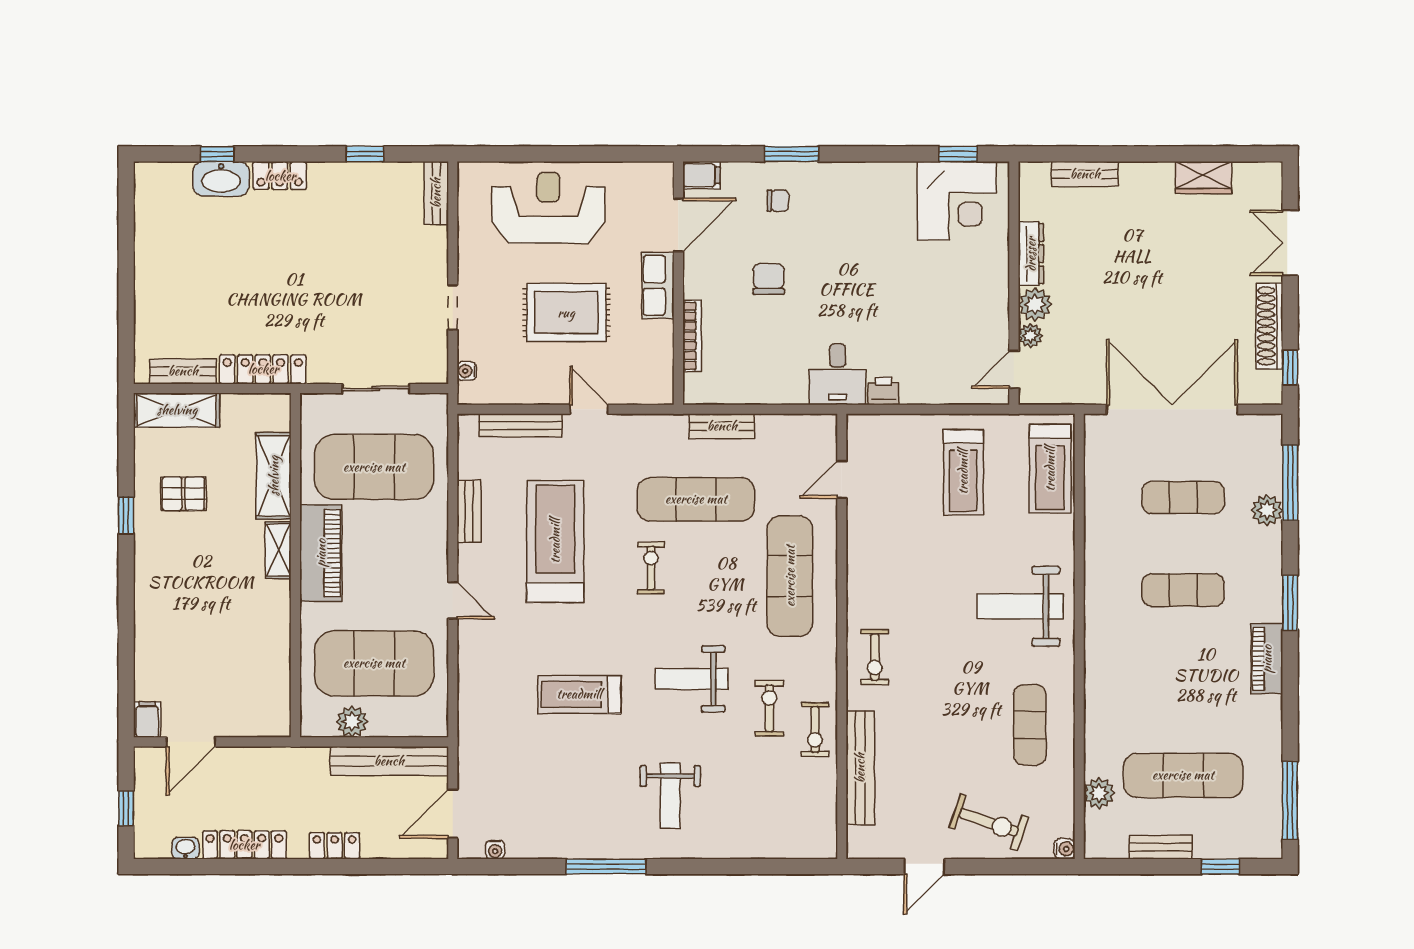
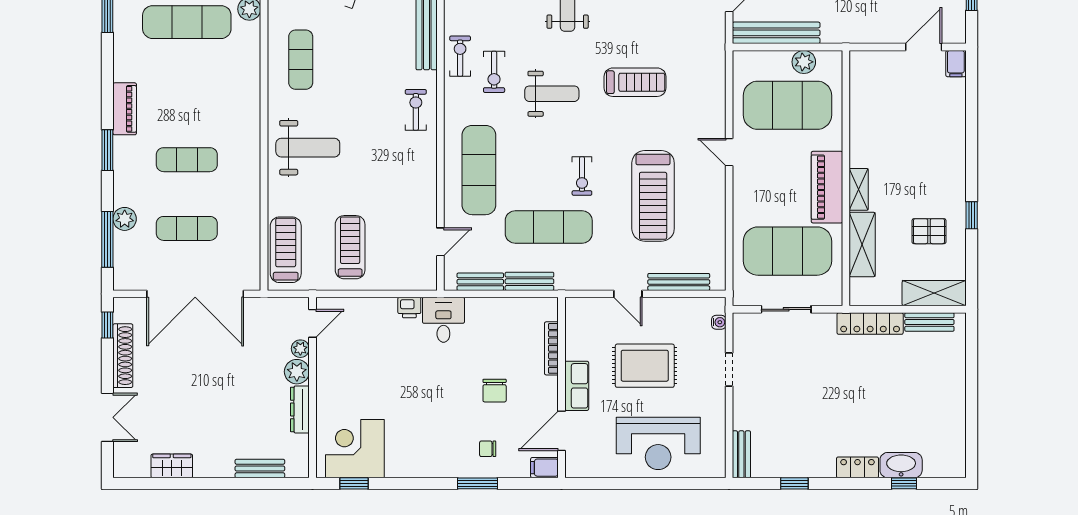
bench: (469, 511) -> (480, 282), moved, turned 90

